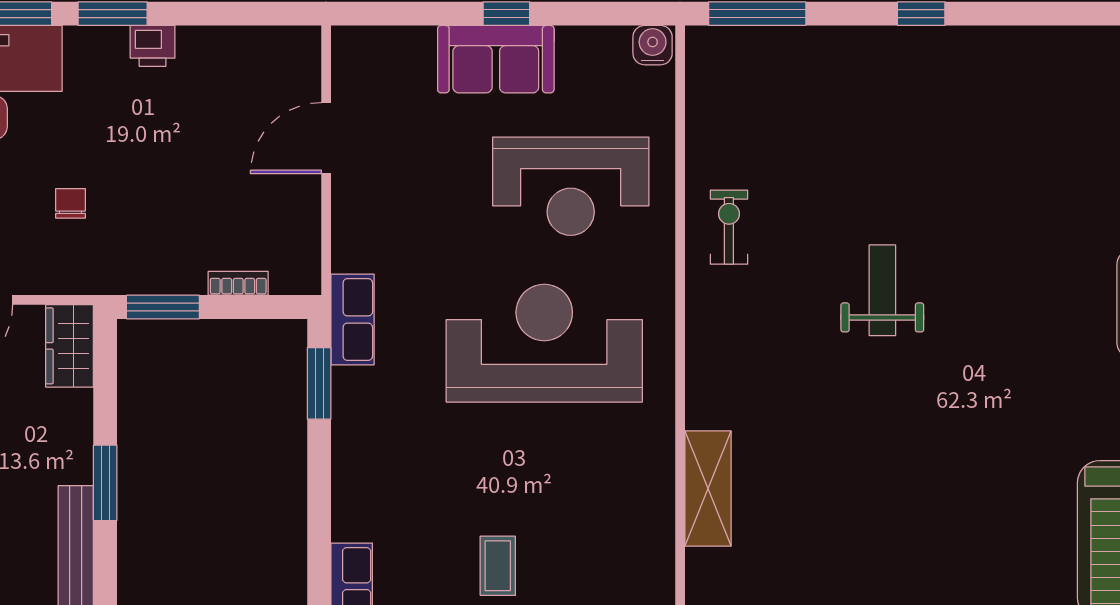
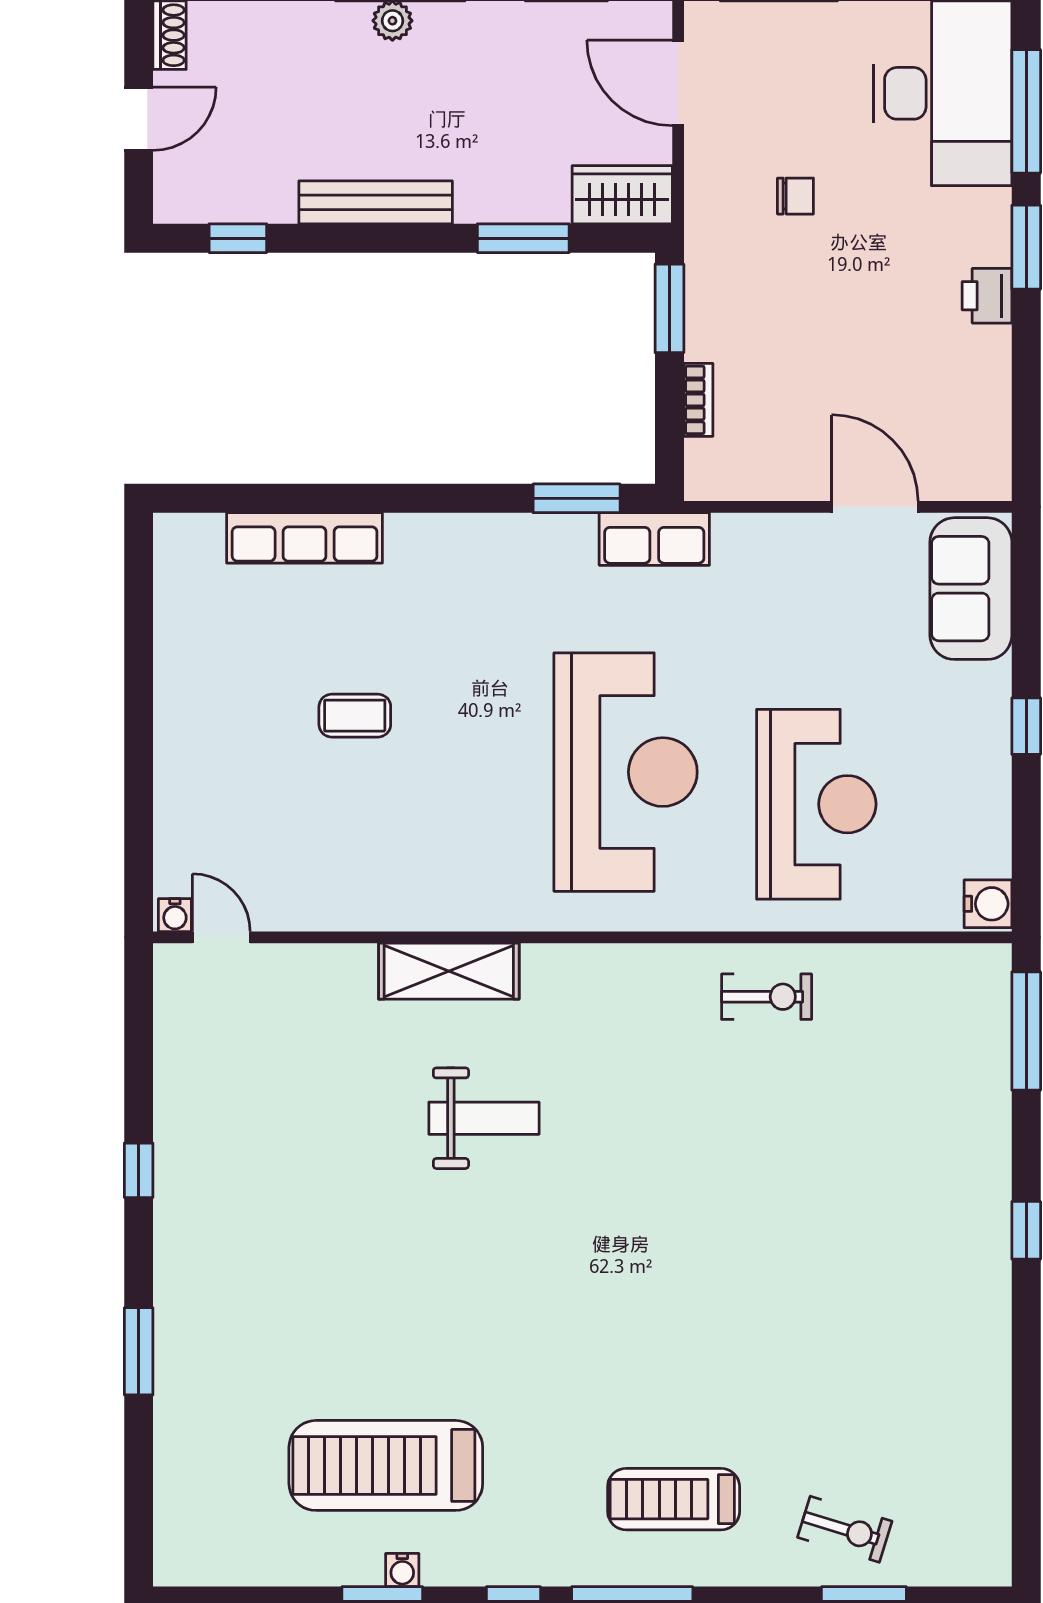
sofa: (496, 59) -> (971, 589), moved
reception desk: (571, 186) -> (816, 804), turned 180
weight bench: (882, 290) -> (484, 1118), moved
window: (105, 483) -> (523, 238), moved

